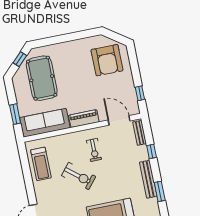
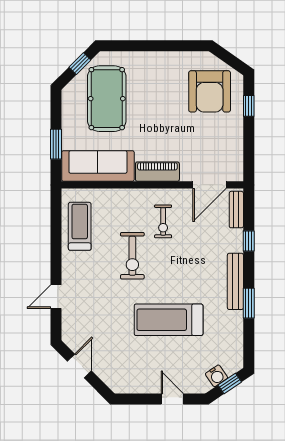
window: (140, 93) -> (249, 106), moved
door: (119, 120) -> (209, 185), swing flipped
treadmill: (41, 164) -> (80, 226), turned 180
exercise bike: (79, 176) -> (132, 256), turned 51

